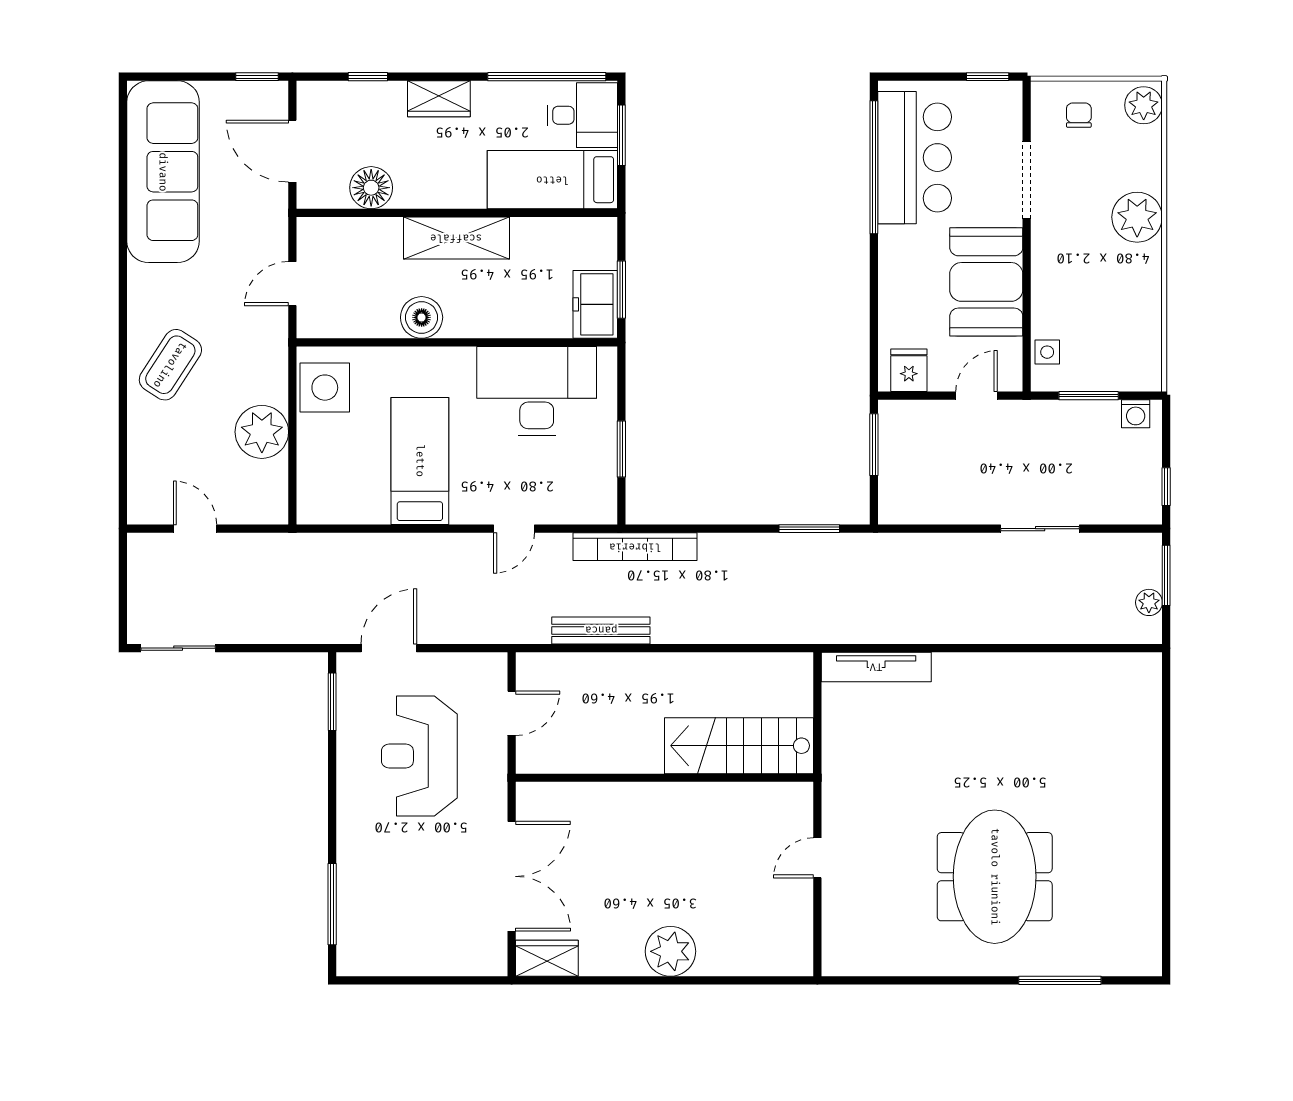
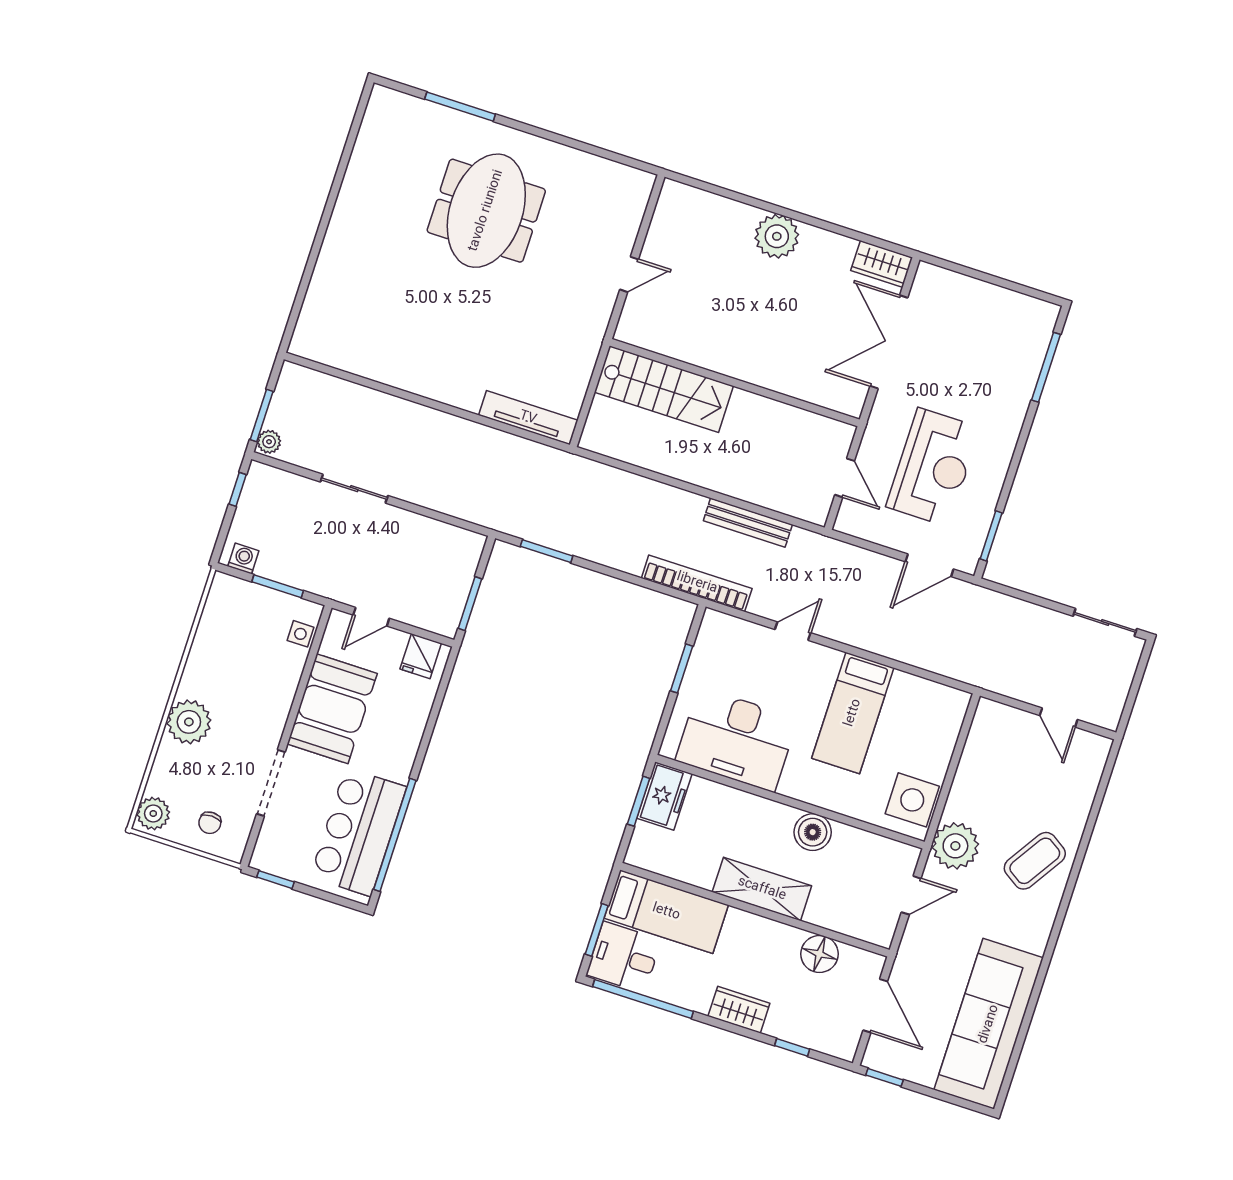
plant: (262, 432) -> (955, 846), moved
plant: (1149, 602) -> (269, 442), moved
door: (512, 713) -> (845, 478), swing flipped

